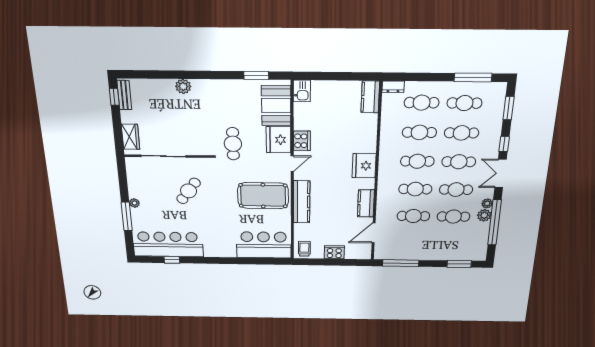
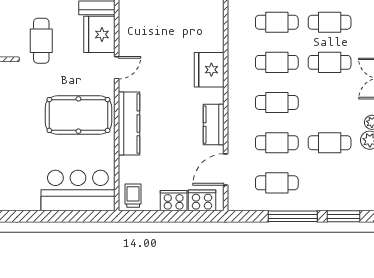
cooker: (302, 141) -> (202, 200), moved, turned -90
cafe table: (456, 190) -> (277, 183), moved
window: (401, 263) -> (293, 216), moved

